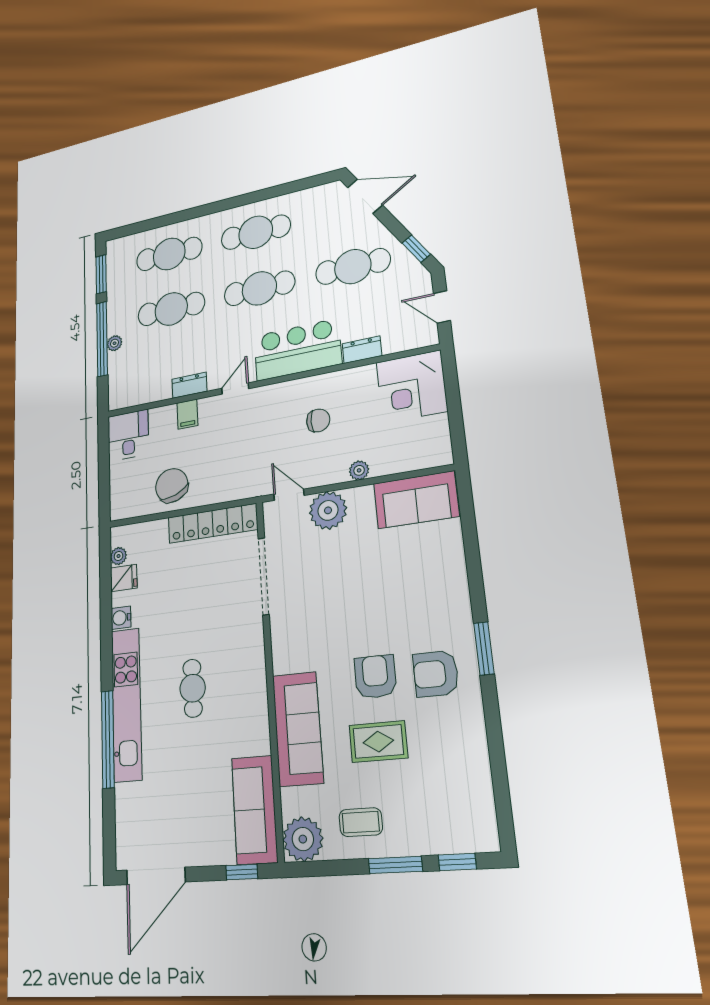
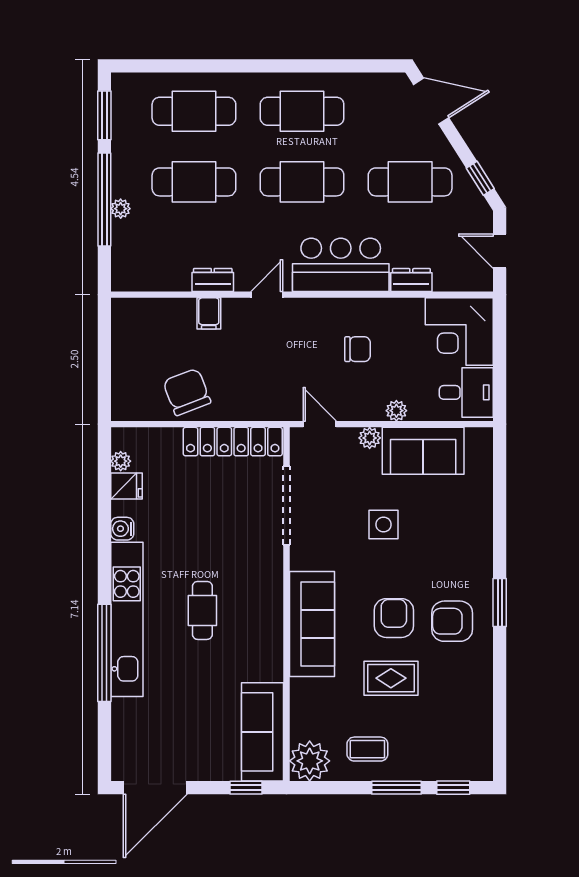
desk: (128, 435) -> (466, 392), moved, turned 90
sofa: (416, 500) -> (423, 451), moved
plant: (328, 510) -> (370, 438), width x0.53, depth x0.53
side table: (357, 582) -> (384, 525), added
sofa: (298, 729) -> (312, 624), moved

